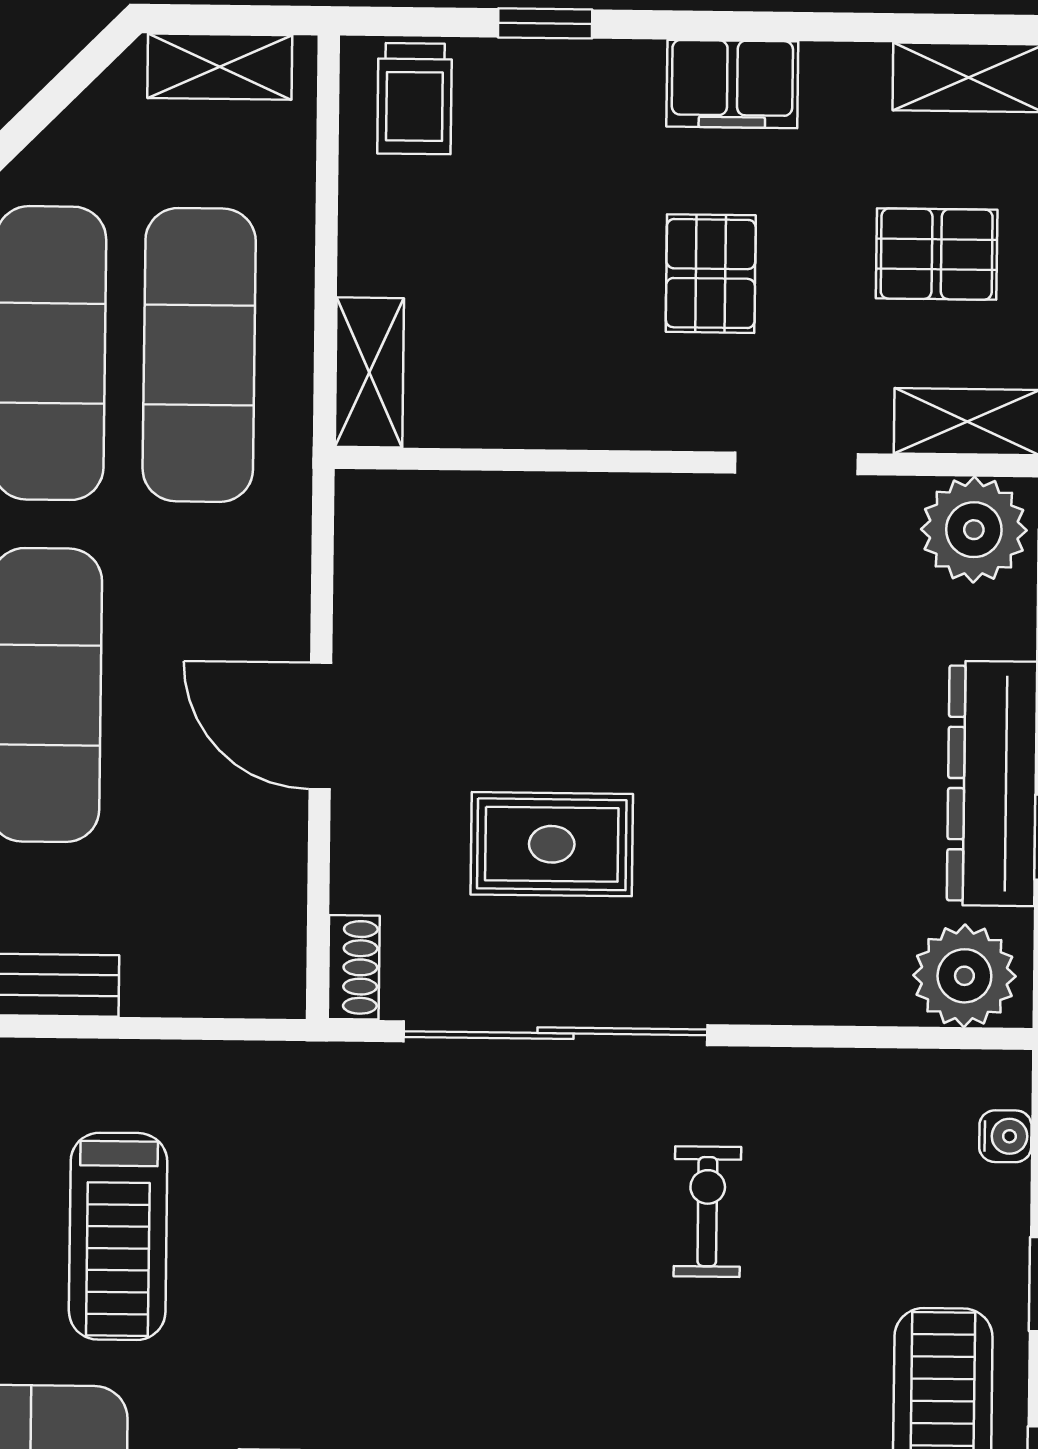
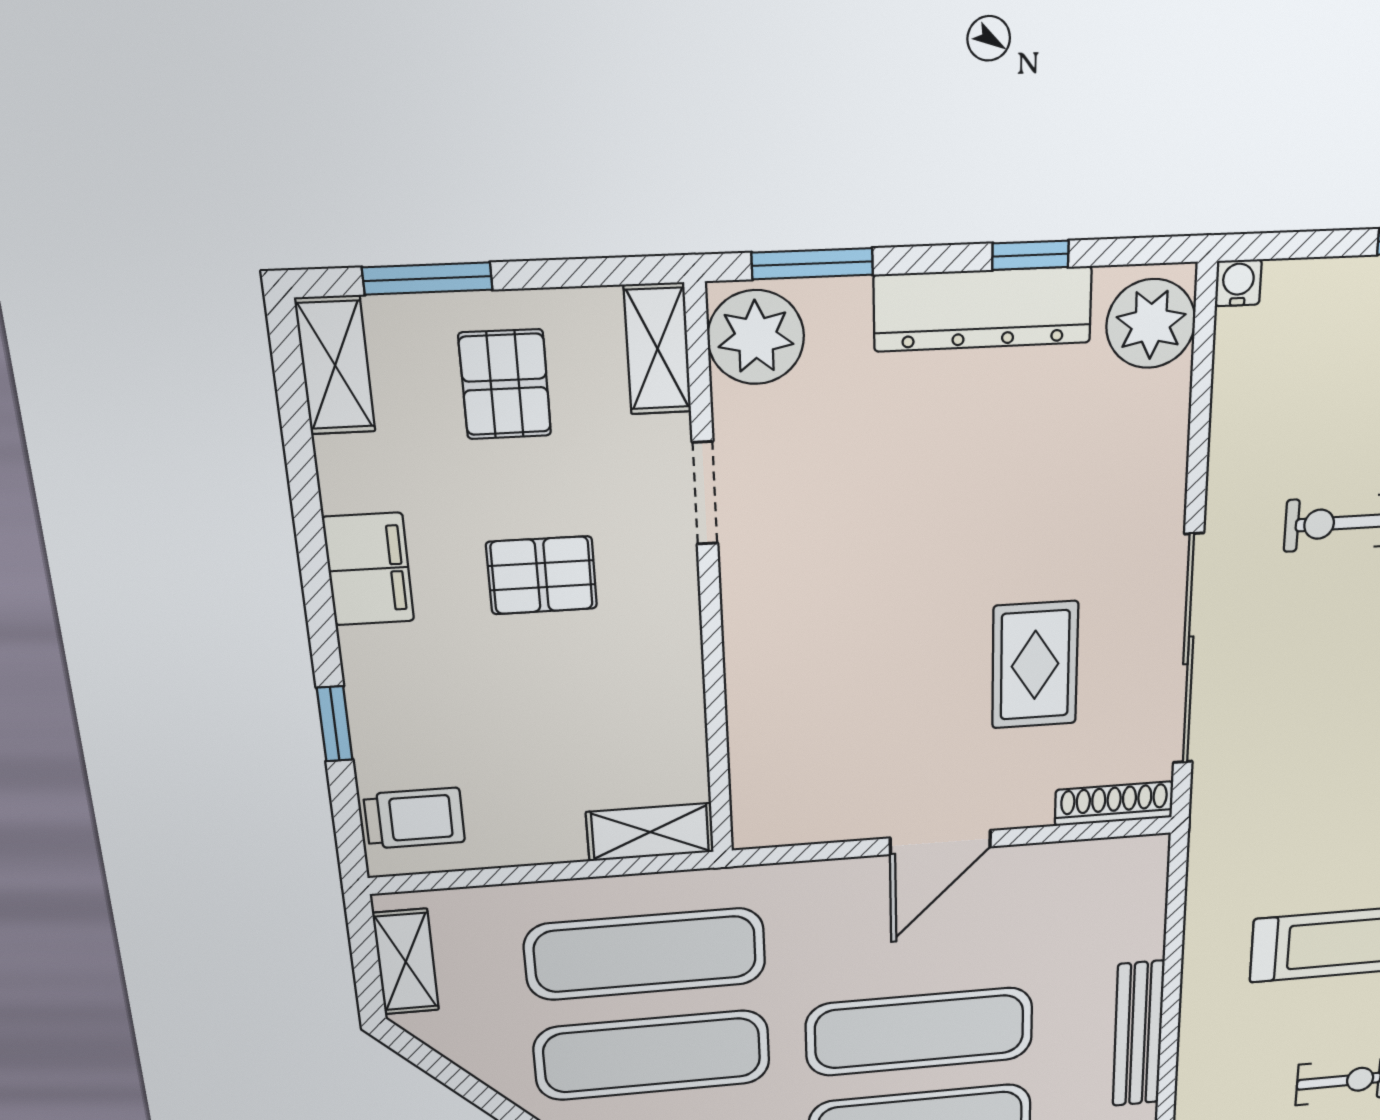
shoe rack: (354, 967) -> (1114, 804), width x1.43
water cooler: (1005, 1136) -> (1238, 283), moved

